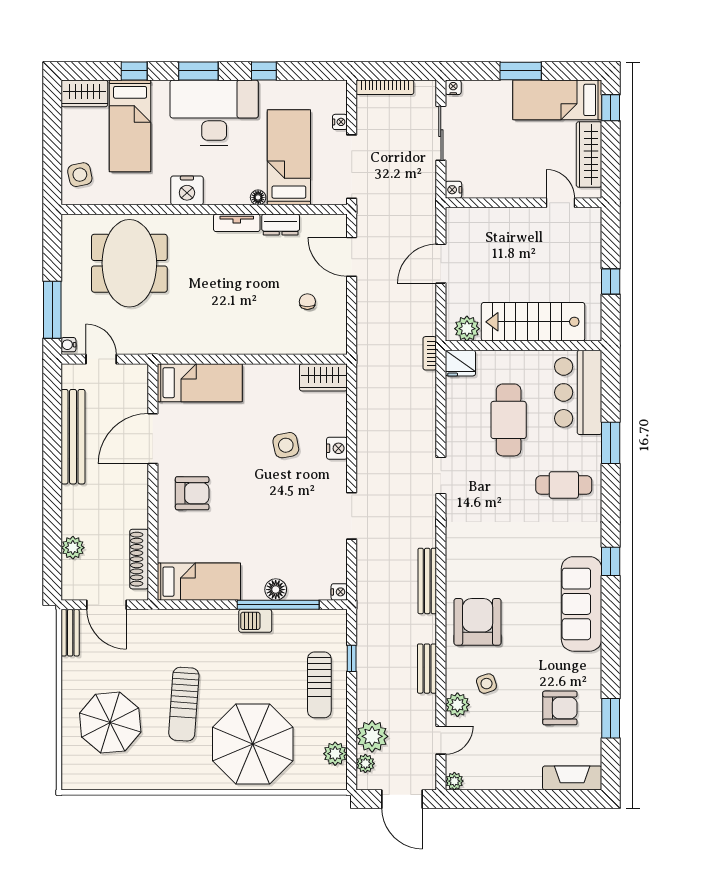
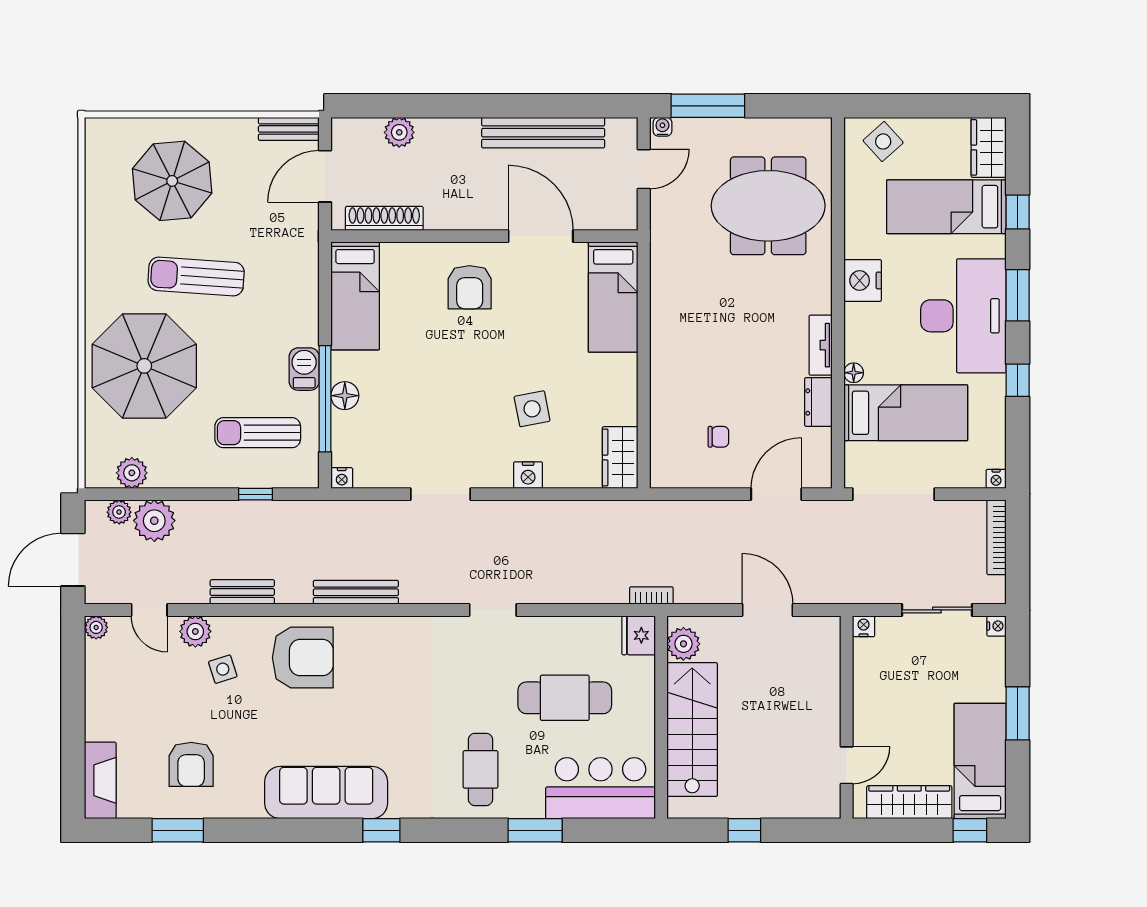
nightstand: (340, 122) -> (996, 479), moved
side table: (80, 175) -> (883, 141), turned -30
sun lounger: (319, 685) -> (258, 433), moved

